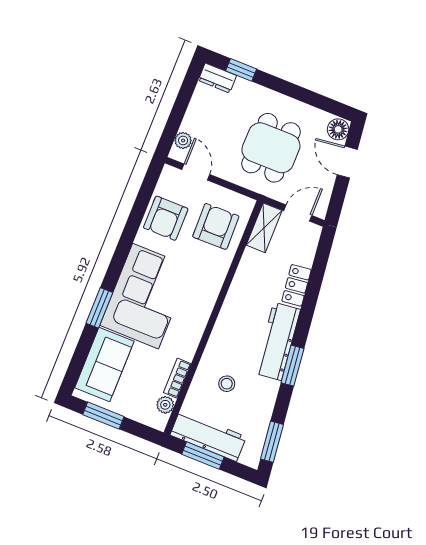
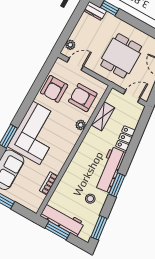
door: (196, 172) -> (75, 64), hinge flipped
armchair: (216, 226) -> (83, 98), turned -89
shelving: (264, 228) -> (103, 116), moved
stool: (227, 384) -> (90, 199), moved
plant: (165, 405) -> (81, 125), moved

